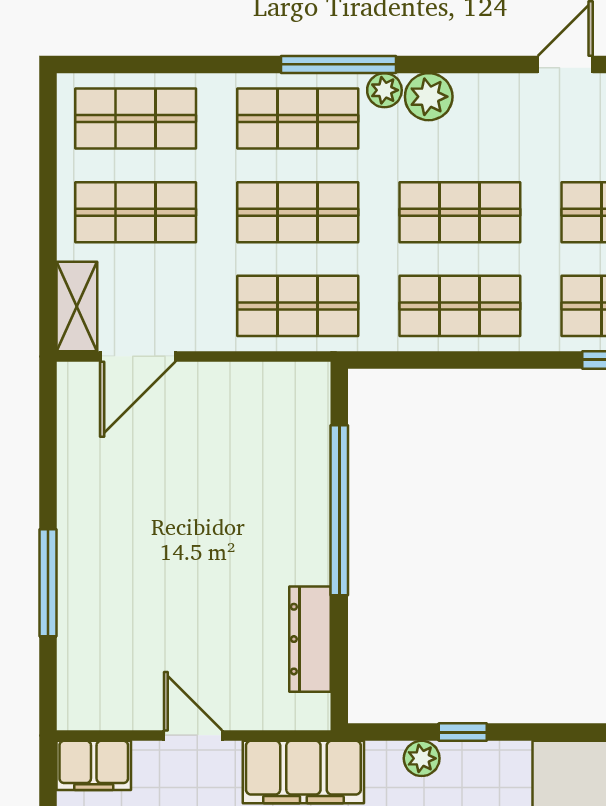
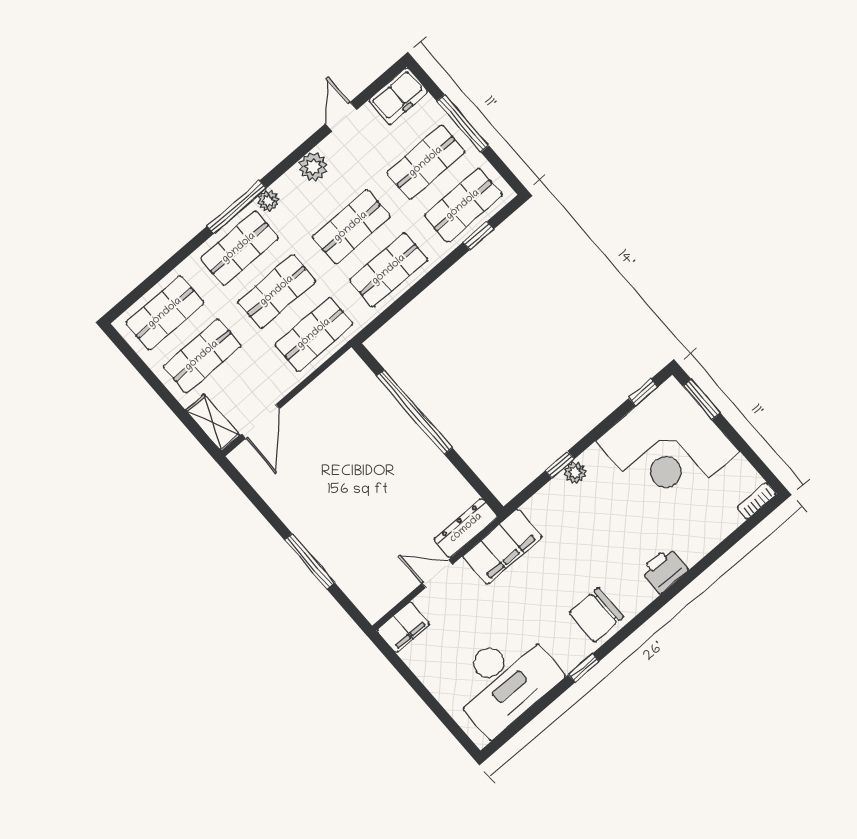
plant: (429, 97) -> (313, 167), moved
dresser: (310, 639) -> (466, 528), moved, turned 90
plant: (422, 758) -> (575, 473), moved

